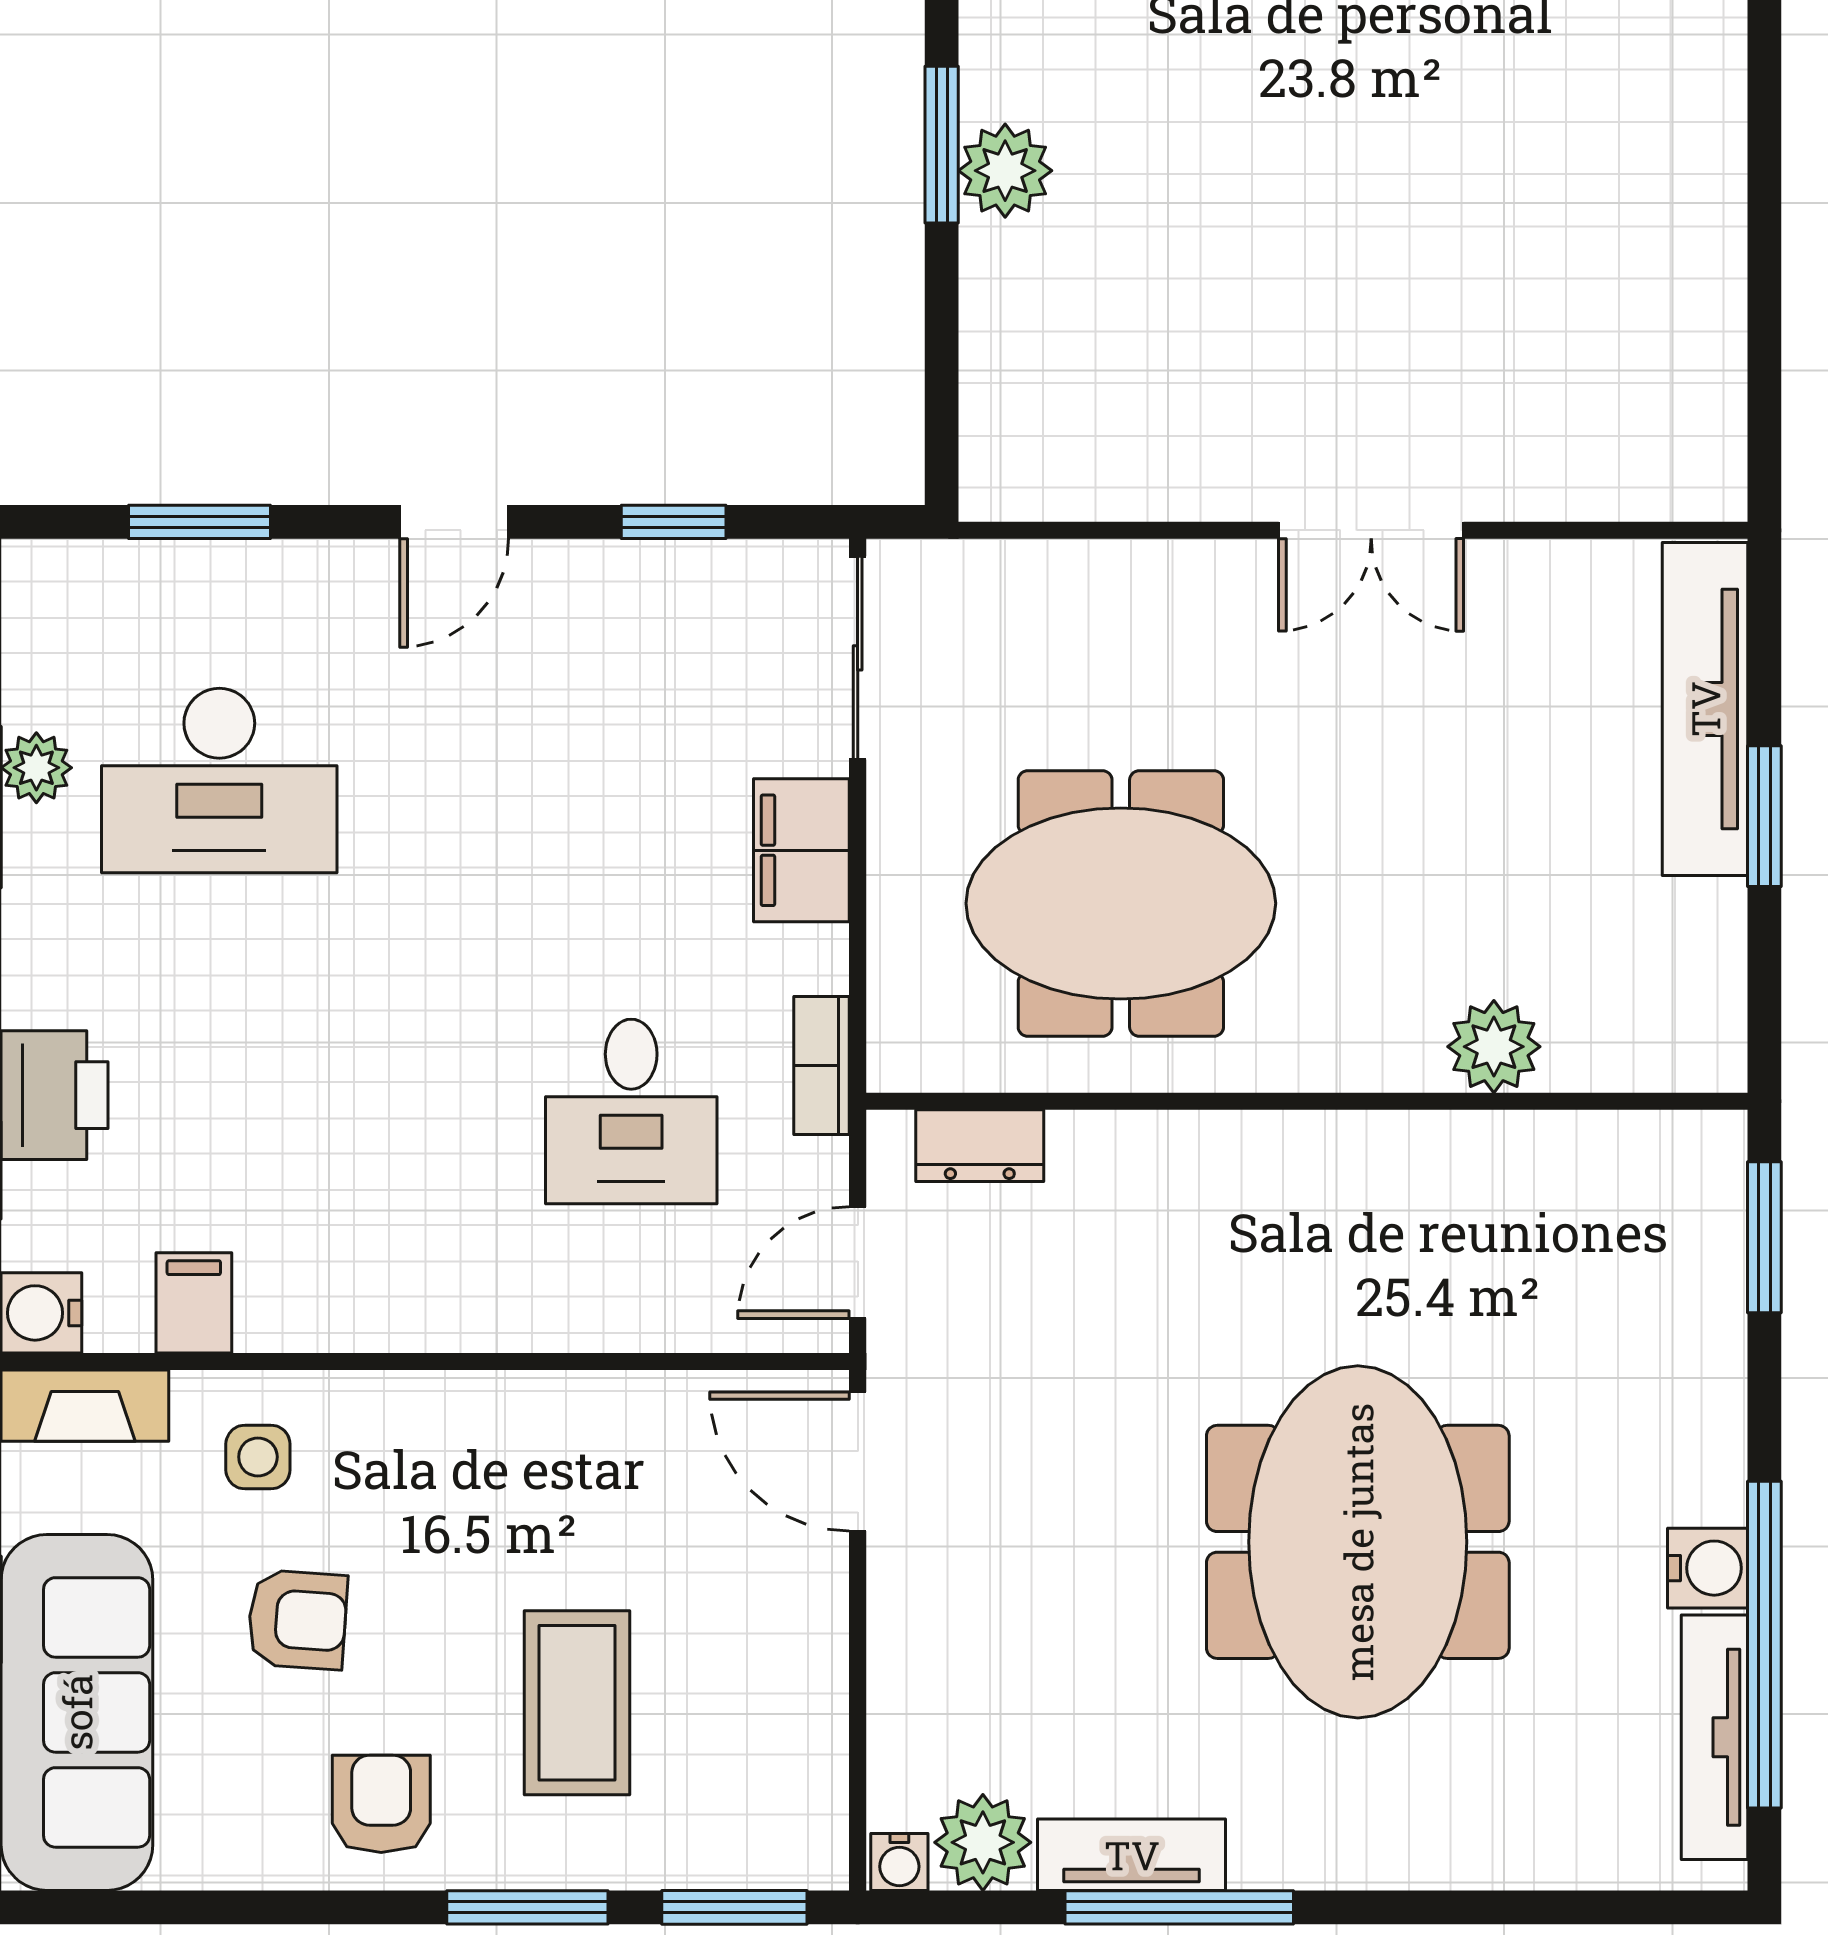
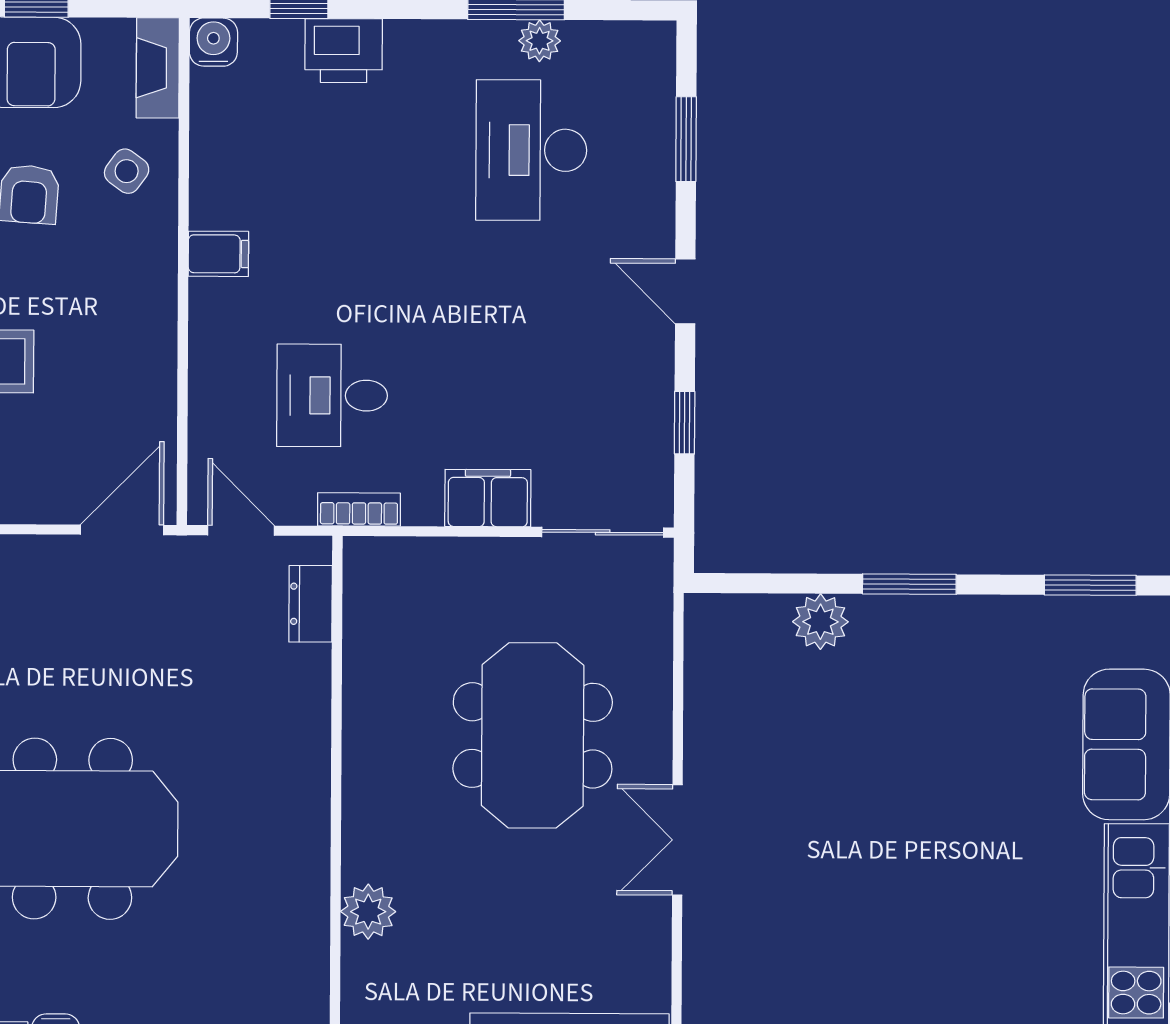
plant: (1005, 171) -> (820, 622), moved
meeting table: (1121, 903) -> (533, 735), moved
filing cabinet: (194, 1303) -> (218, 254), moved
side table: (258, 1457) -> (127, 171), turned 36

